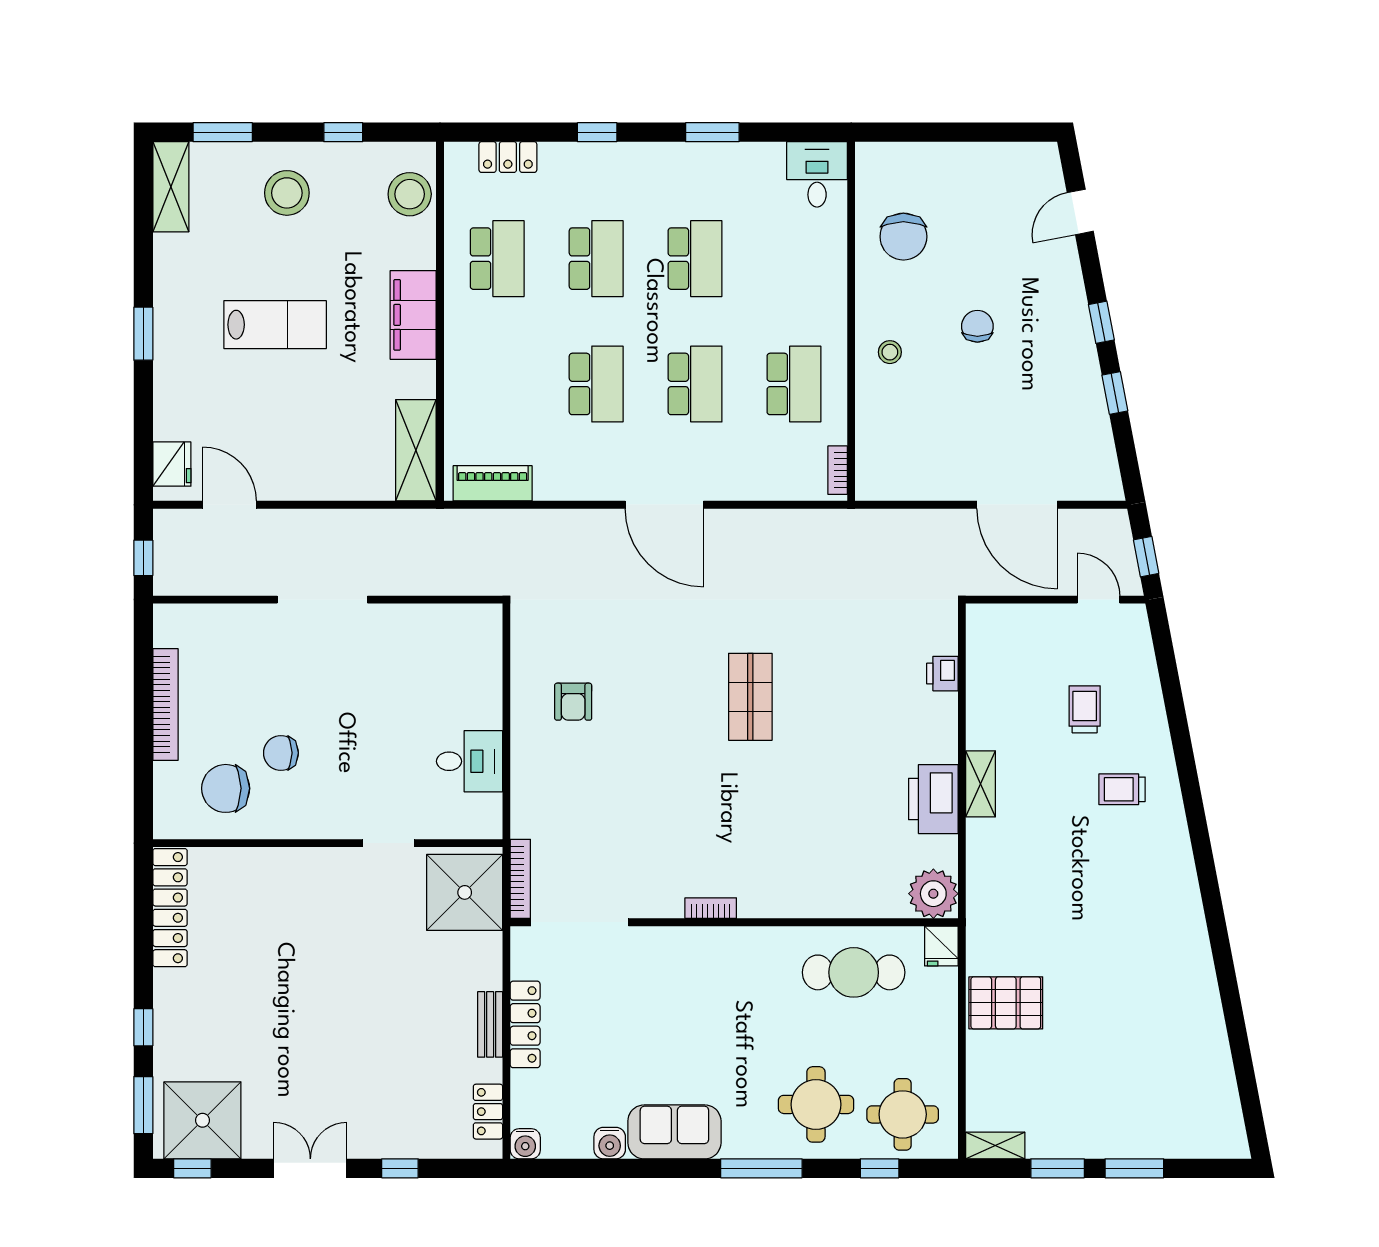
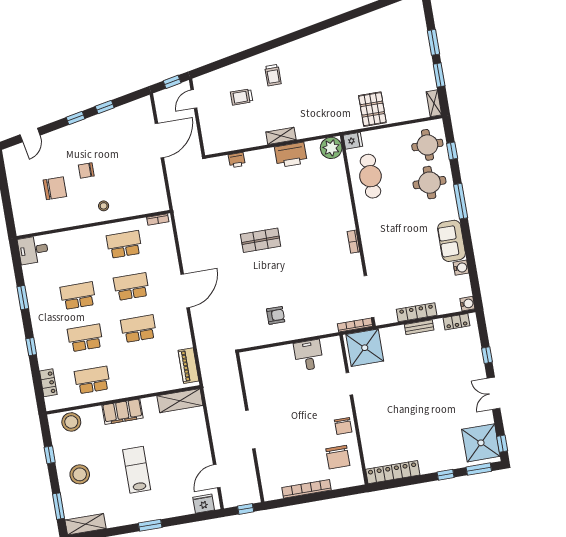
door: (1080, 212) -> (30, 135), hinge flipped
chair: (903, 237) -> (55, 188), moved
chair: (281, 753) -> (343, 426), moved

